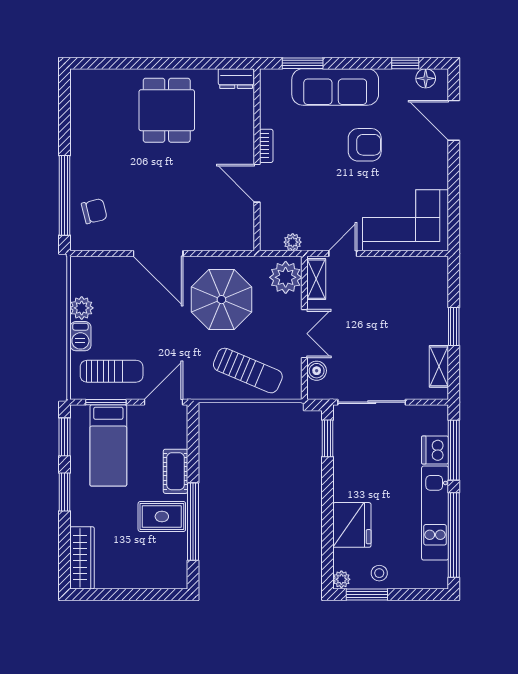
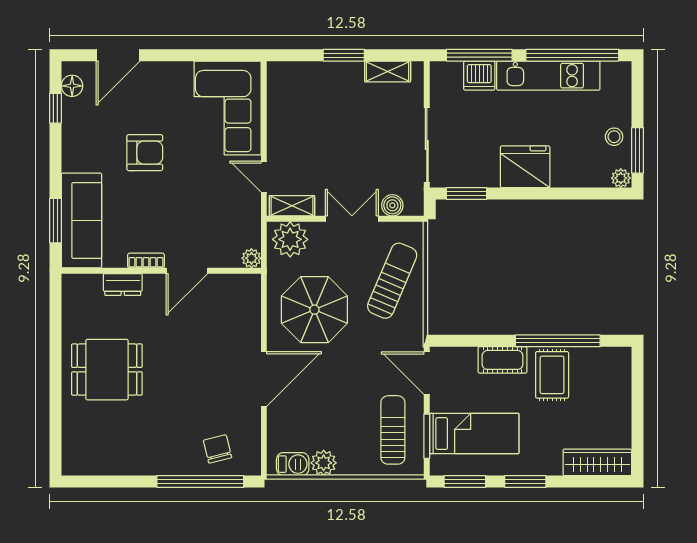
dresser: (236, 79) -> (123, 284), moved, turned 90
sofa: (335, 87) -> (81, 220), moved
armchair: (365, 145) -> (145, 153), turned 90
plant: (293, 242) -> (251, 258), moved
barbecue: (80, 336) -> (293, 464), moved
fridge: (352, 525) -> (525, 167), moved

